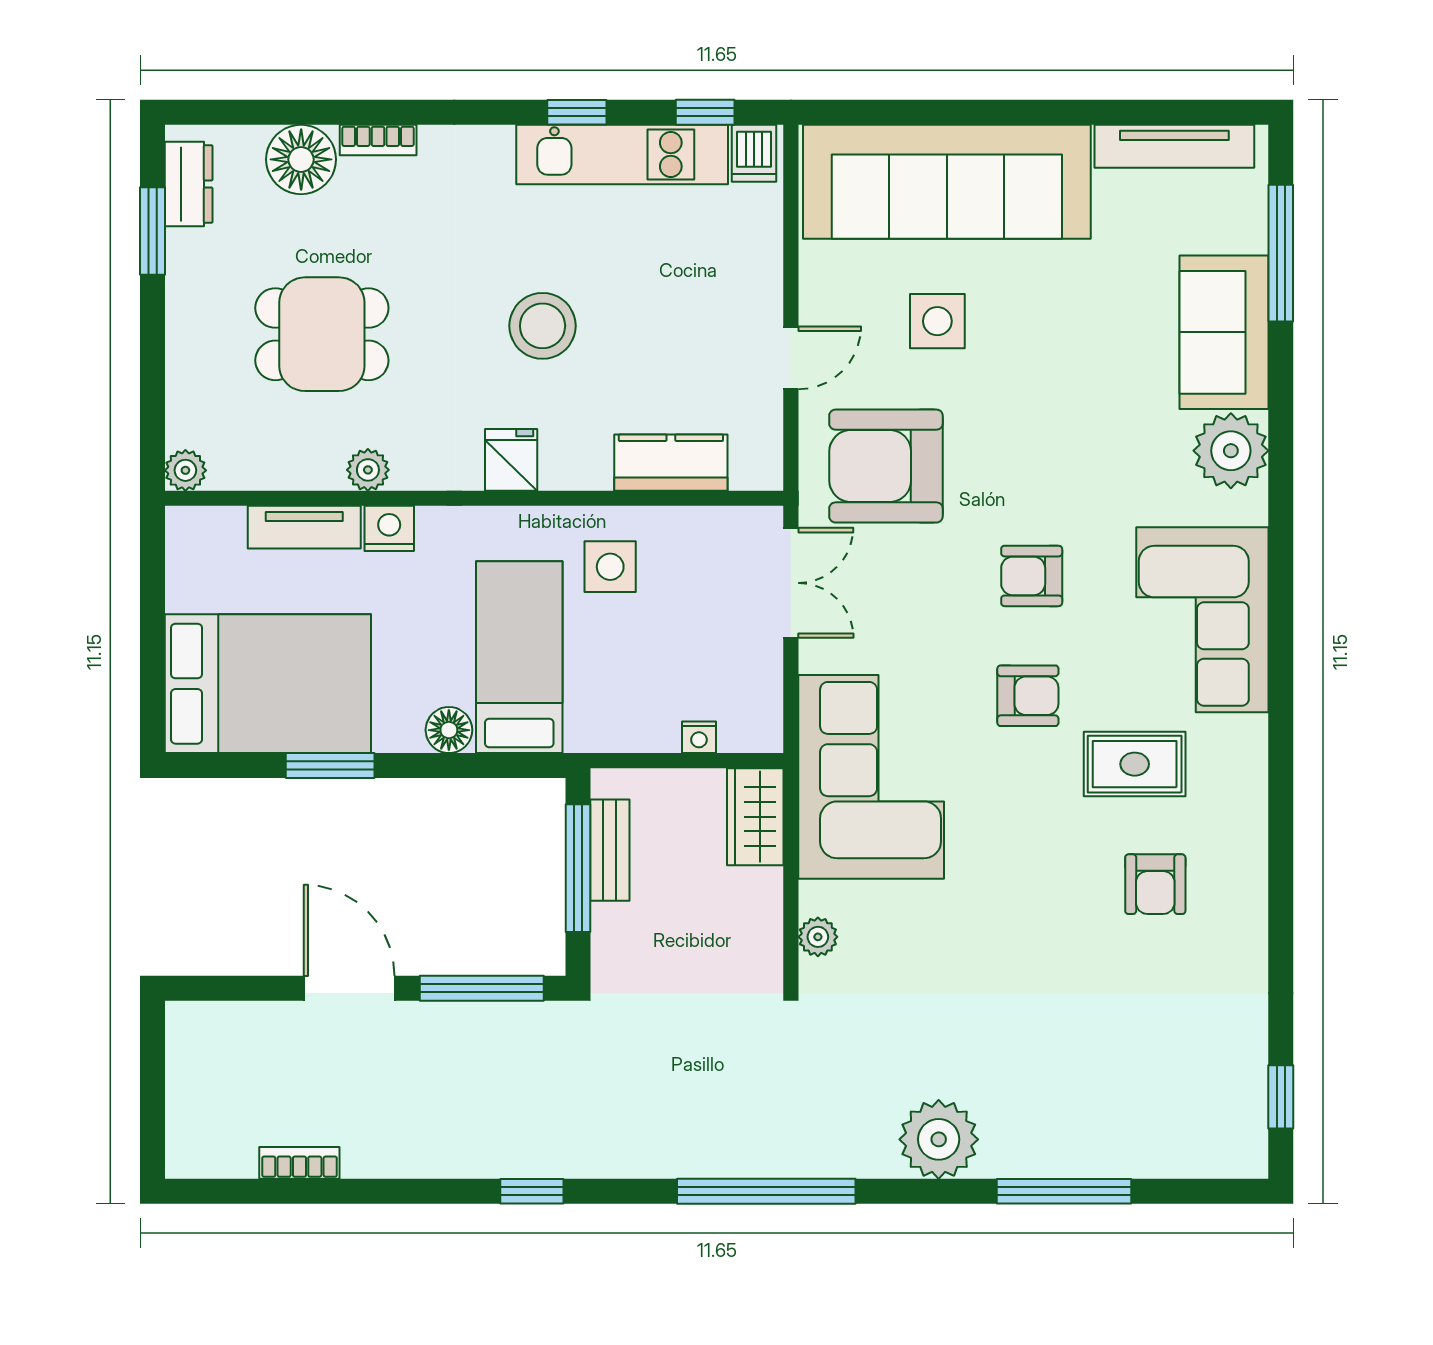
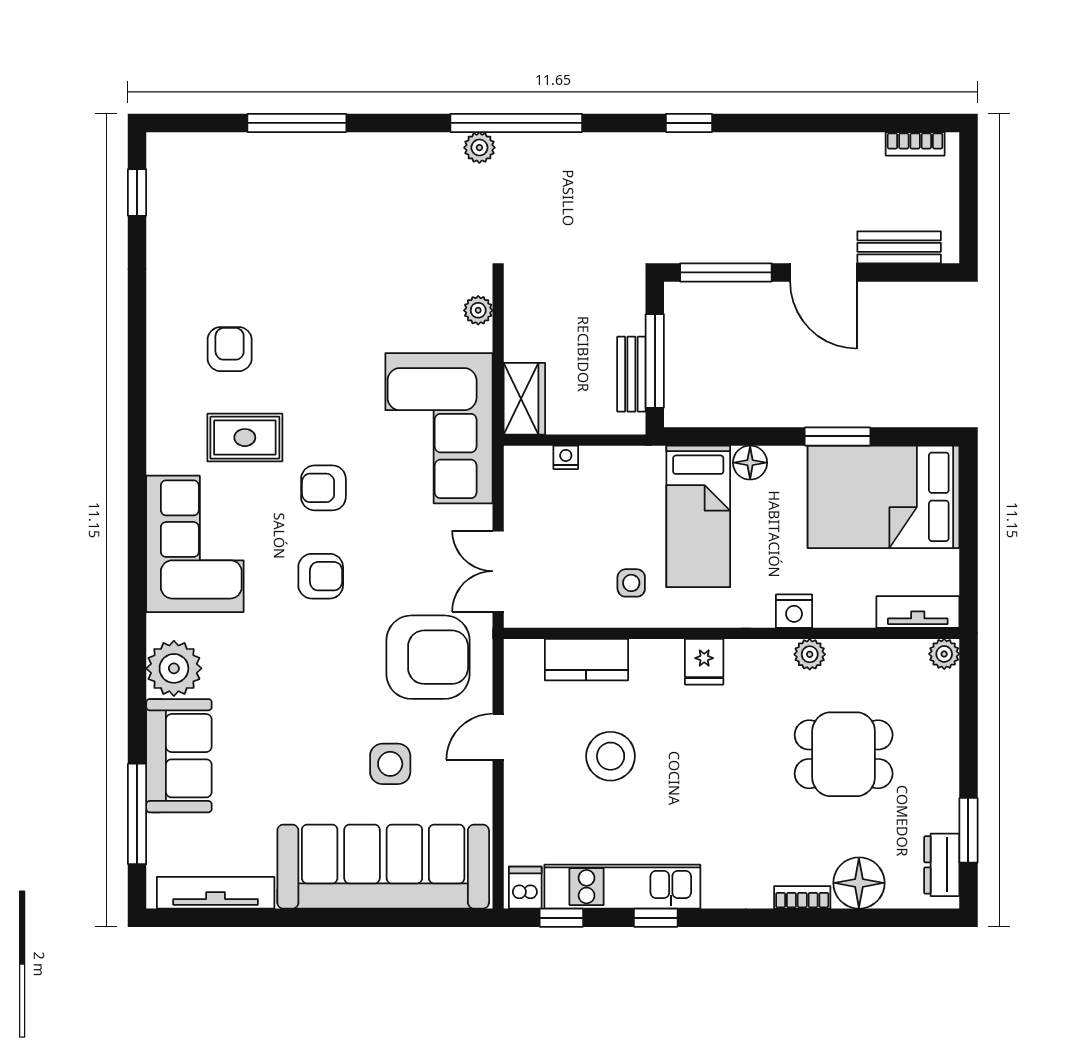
stool: (543, 326) -> (611, 756), moved
tv unit: (304, 527) -> (918, 612), moved
side table: (610, 567) -> (631, 583), width x0.73, depth x0.73
bench: (247, 1022) -> (899, 247), added
plant: (939, 1139) -> (479, 148), moved, width x0.53, depth x0.53
bookcase: (299, 1163) -> (915, 144), moved

